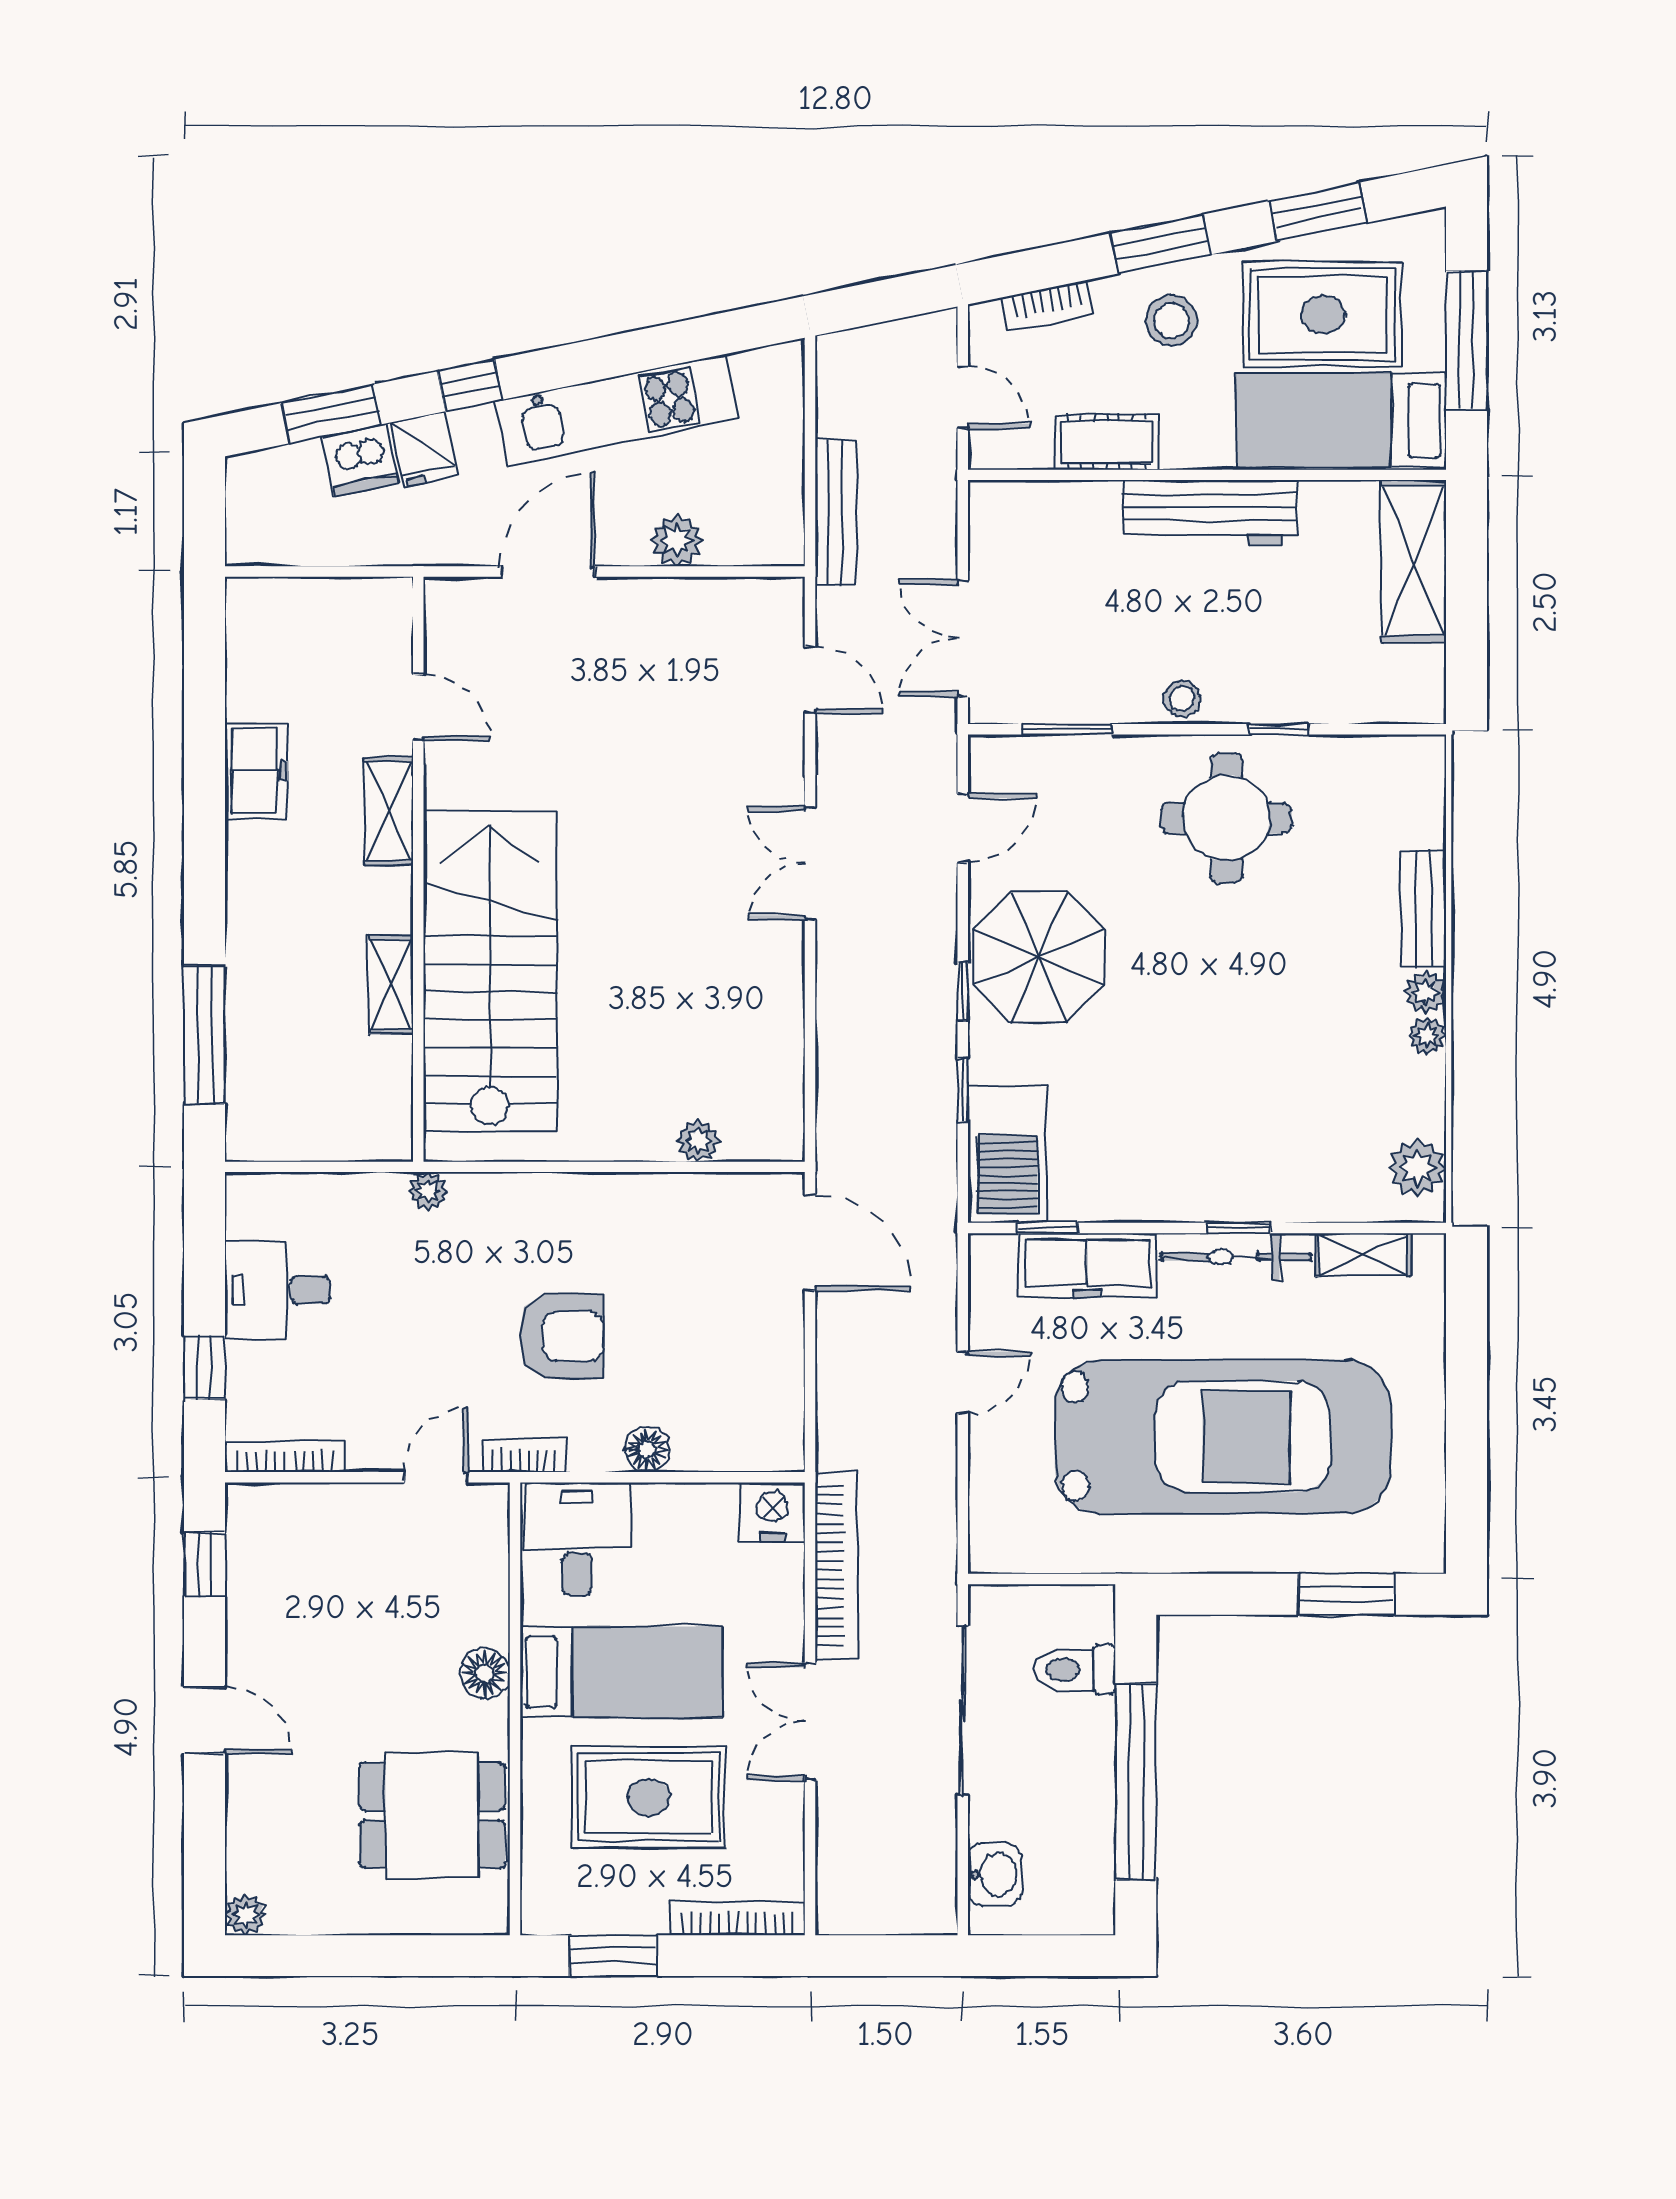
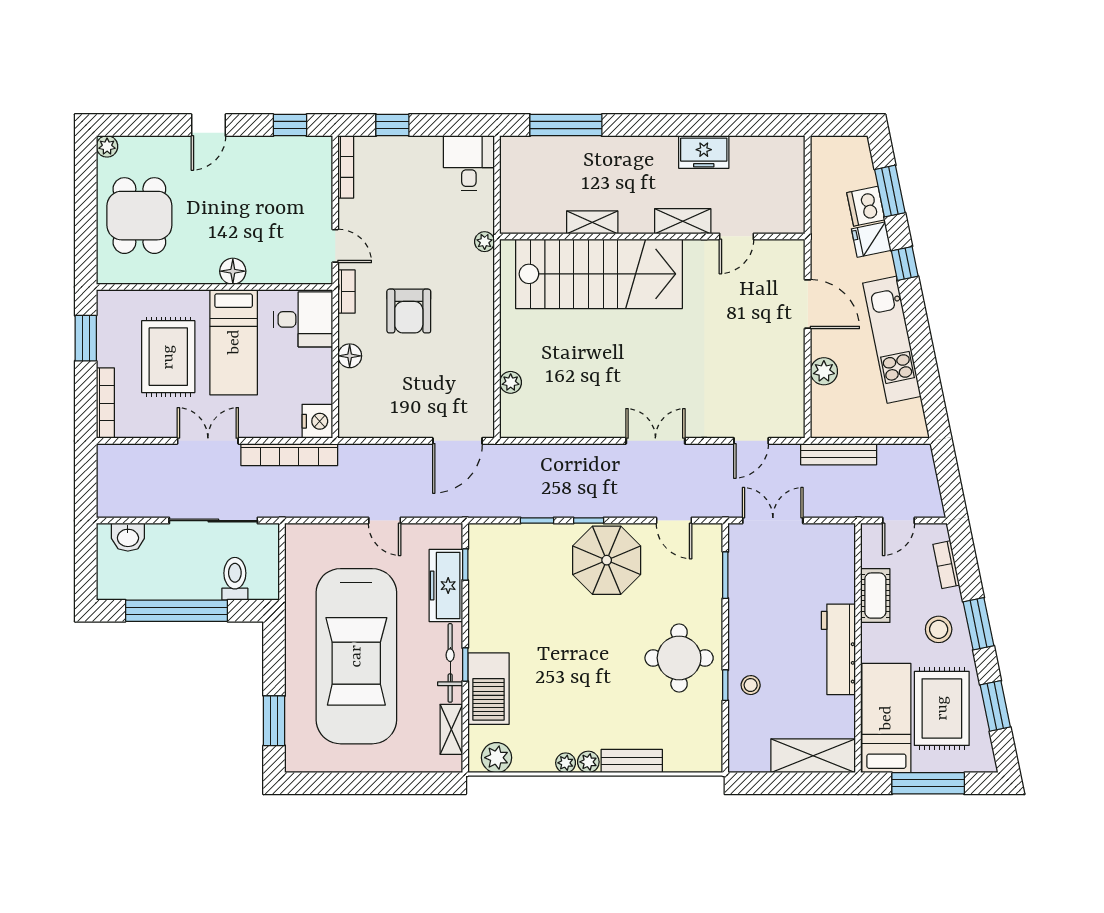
stool: (1182, 699) -> (751, 685), moved
barbecue: (1007, 1154) -> (488, 689), moved, turned -90
desk: (278, 1290) -> (469, 163), moved
dining table: (432, 1815) -> (139, 216), moved

